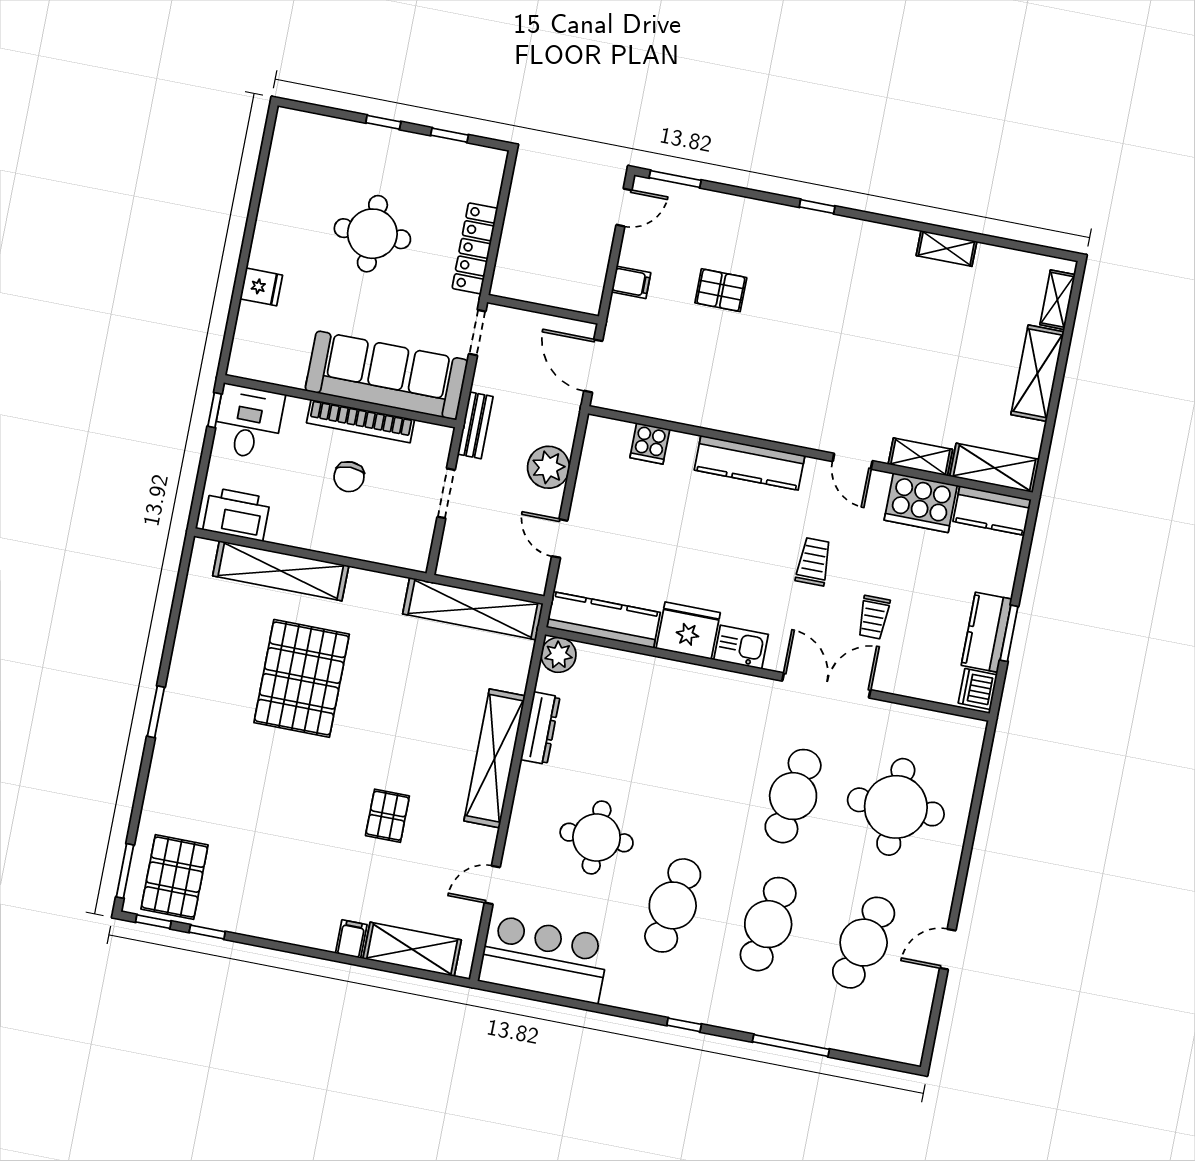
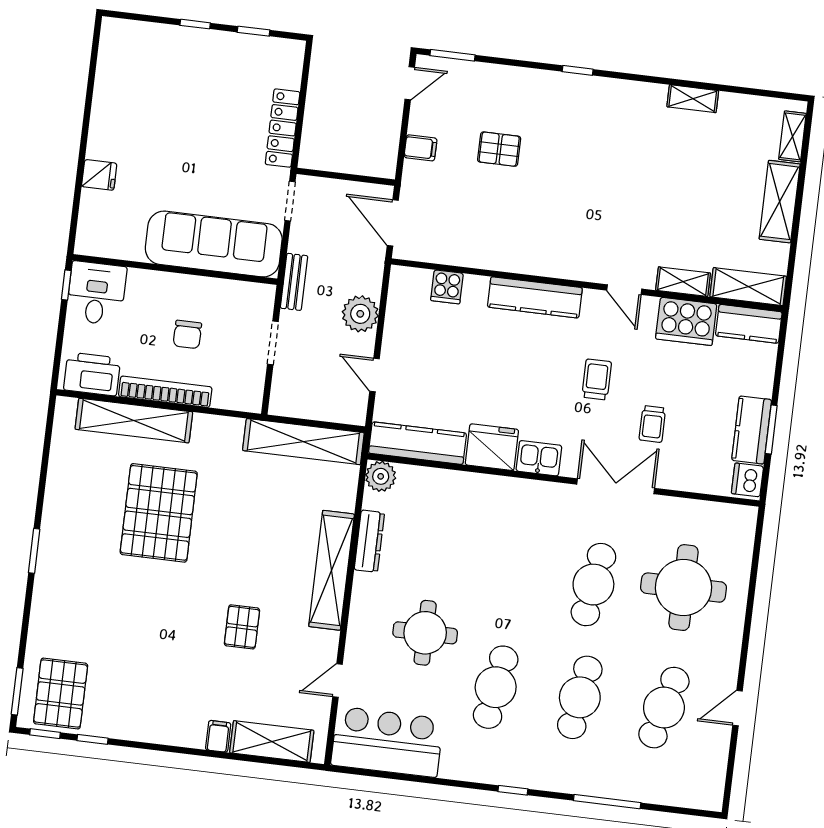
round table: (372, 234) -> (193, 122), removed
bookcase: (361, 421) -> (165, 392), moved, turned 180

